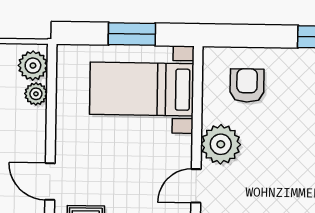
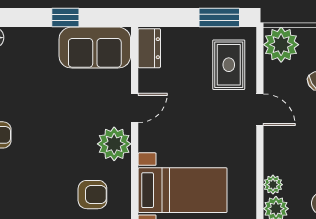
armchair: (247, 85) -> (92, 195), turned -90

